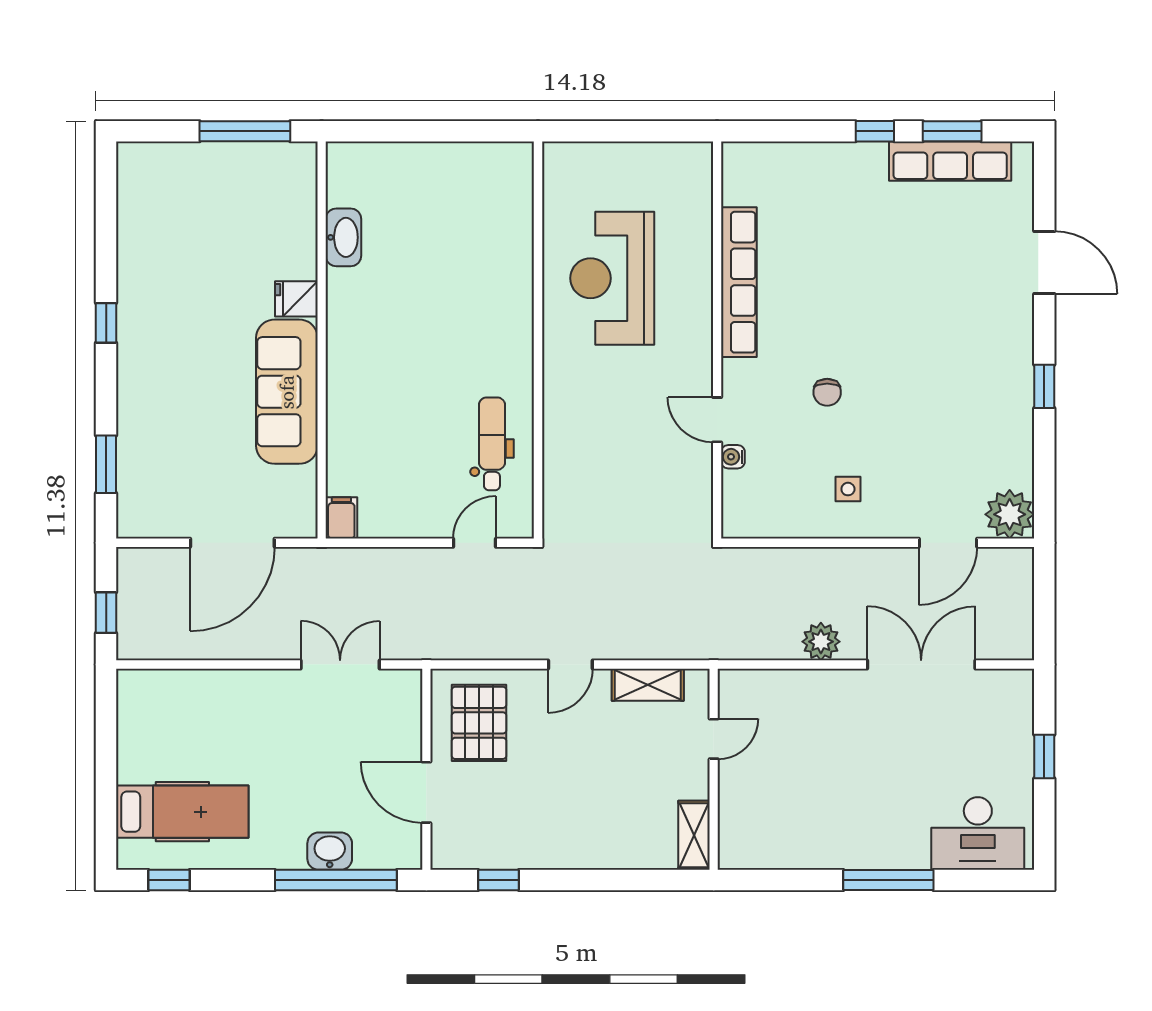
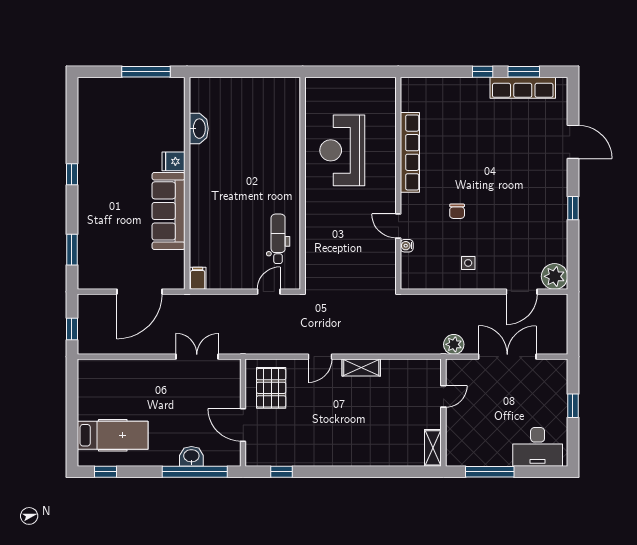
door: (714, 739) -> (443, 396), moved
wall: (714, 769) -> (443, 413), moved
shelving: (694, 835) -> (433, 448), moved

